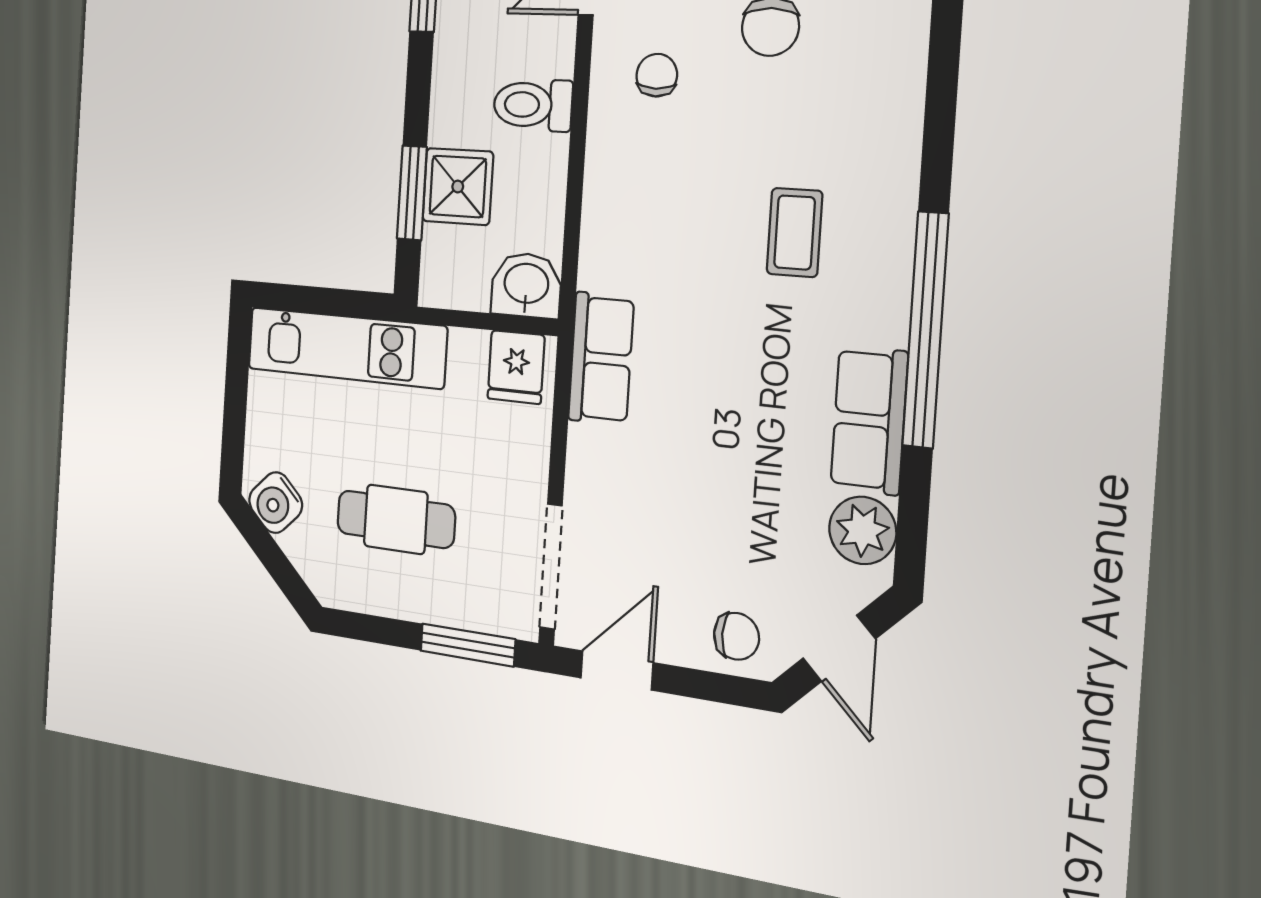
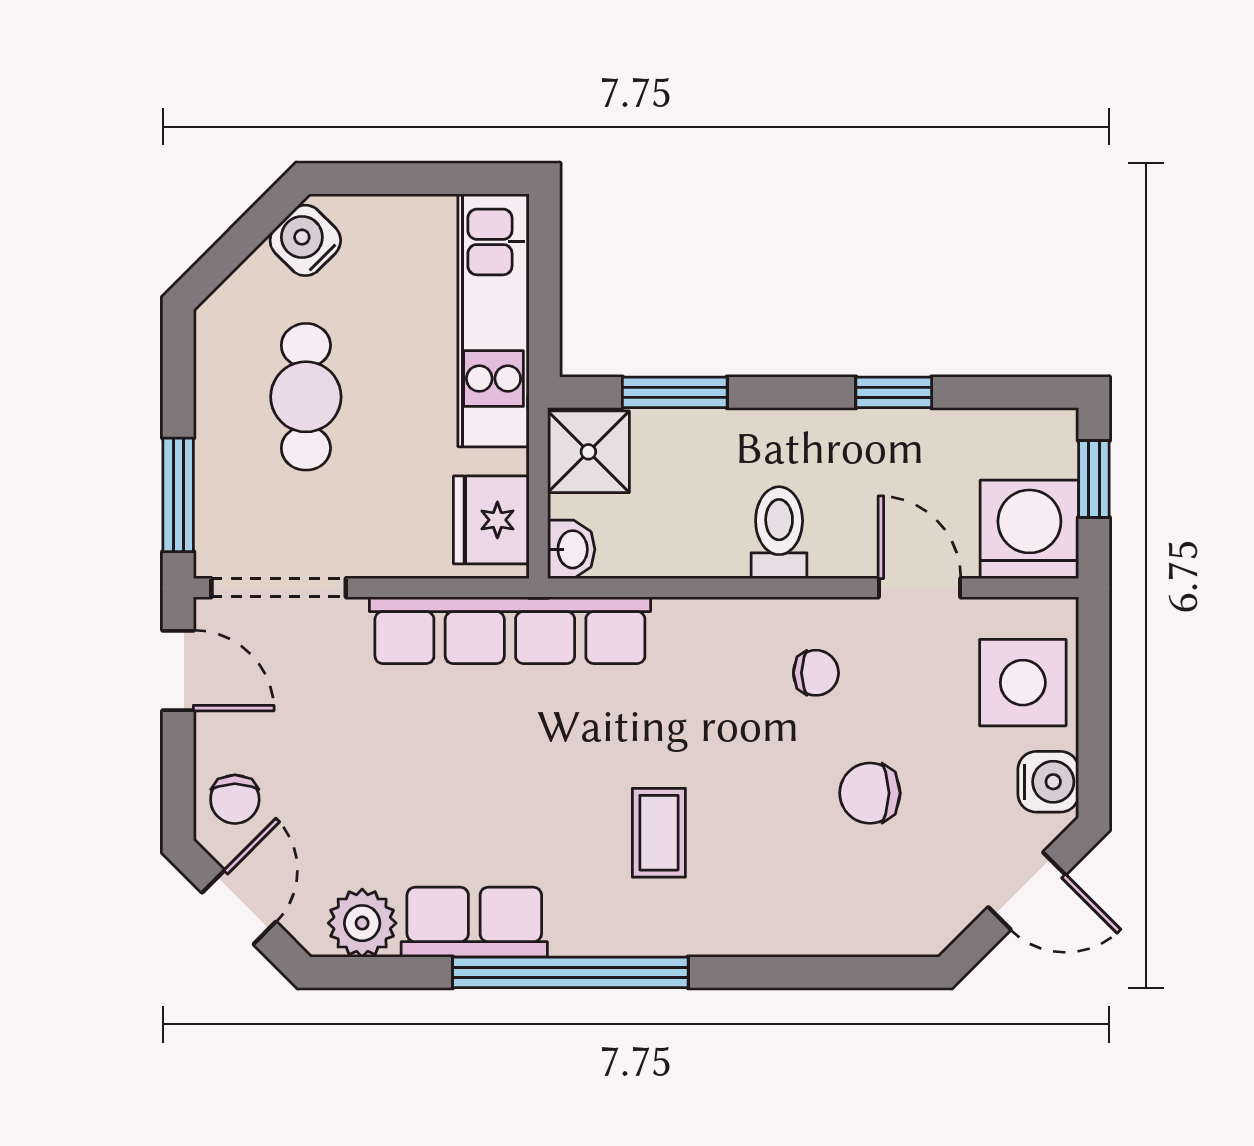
shower: (458, 187) -> (588, 452), moved
coffee table: (795, 232) -> (659, 833), turned 90
washbasin: (526, 285) -> (571, 549), width x0.72, depth x0.69
row of seats: (601, 358) -> (510, 630), width x2.02
fridge: (516, 367) -> (491, 520), width x1.38
door: (839, 648) -> (239, 907), swing flipped

